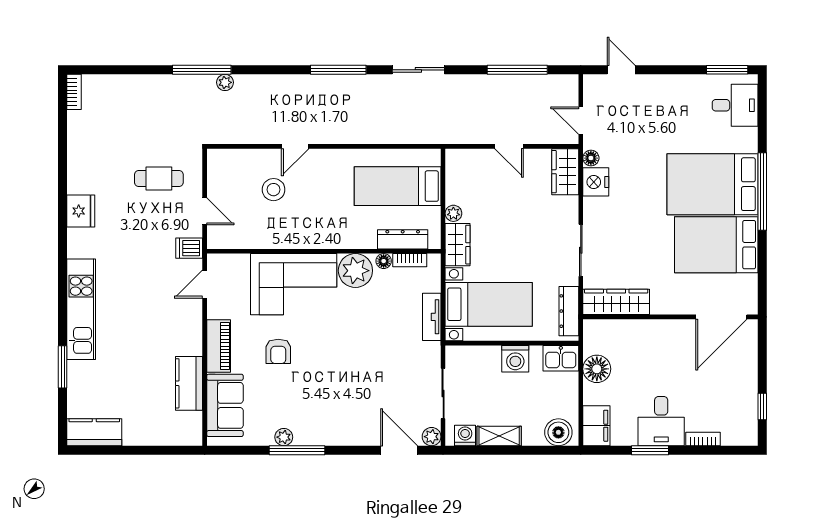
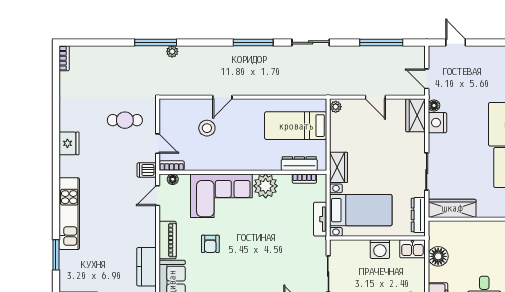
plant: (453, 213) -> (336, 107), moved
bookcase: (224, 242) -> (172, 166), added
floor lamp: (384, 261) -> (173, 179), moved

